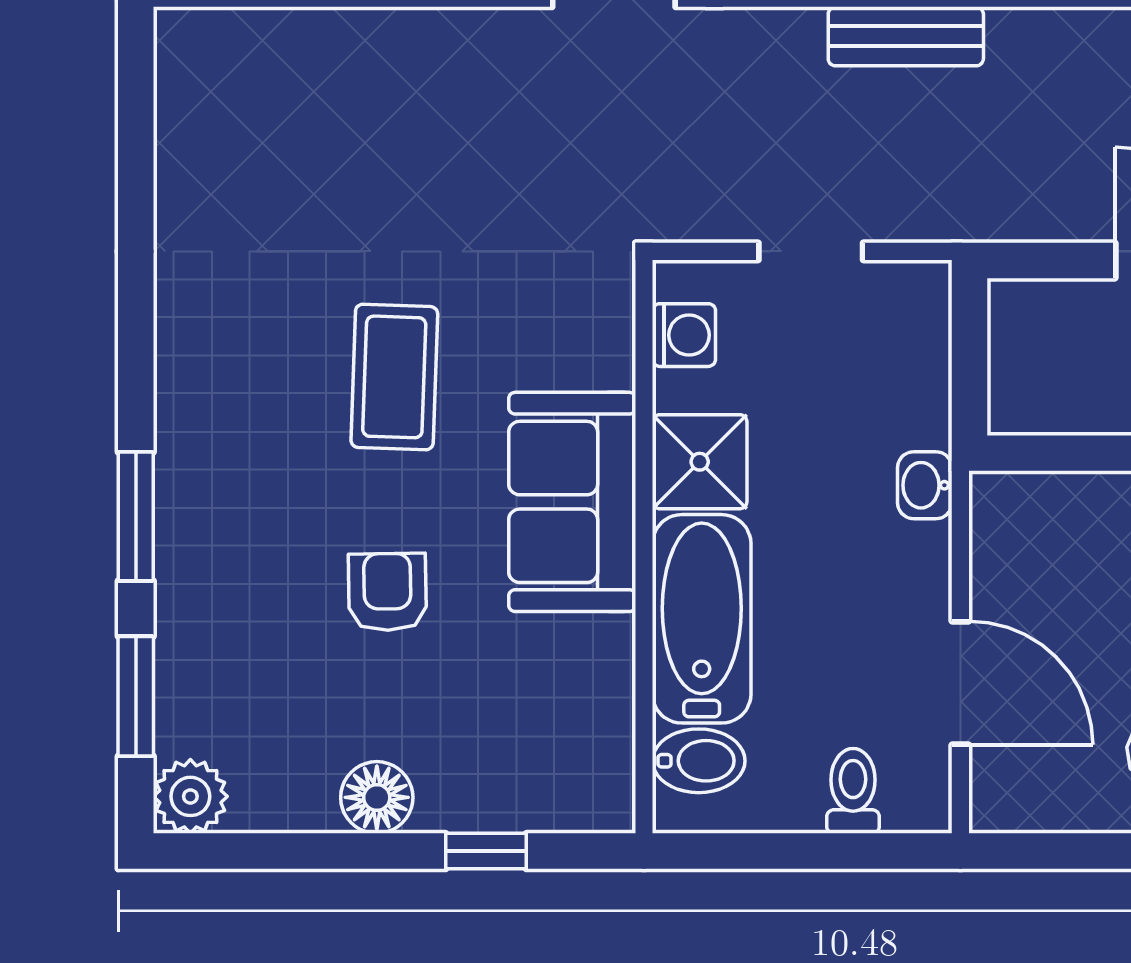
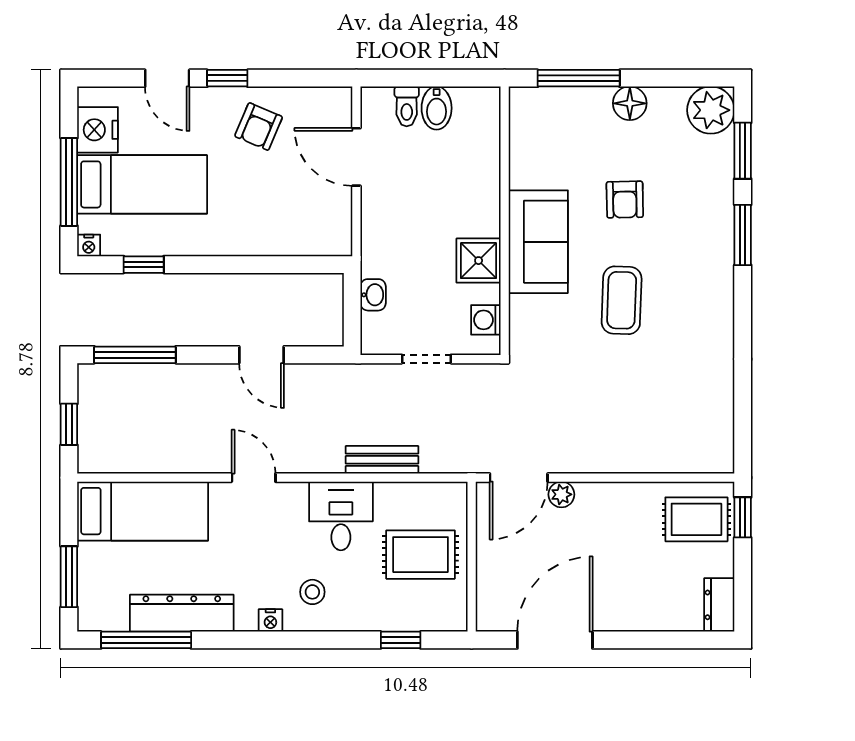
washbasin: (925, 485) -> (373, 295), moved
bathtub: (702, 619) -> (478, 187), removed
bidet: (699, 761) -> (437, 108), moved, turned -90
plant: (190, 796) -> (711, 110), width x1.36, depth x1.36
window: (486, 851) -> (579, 78), width x2.17

